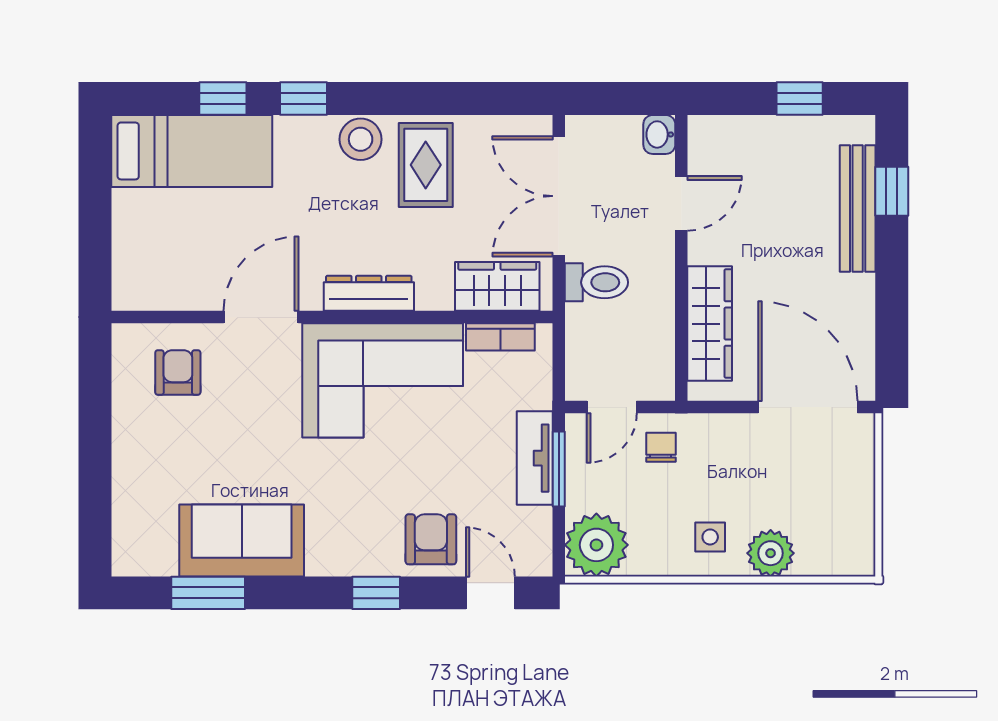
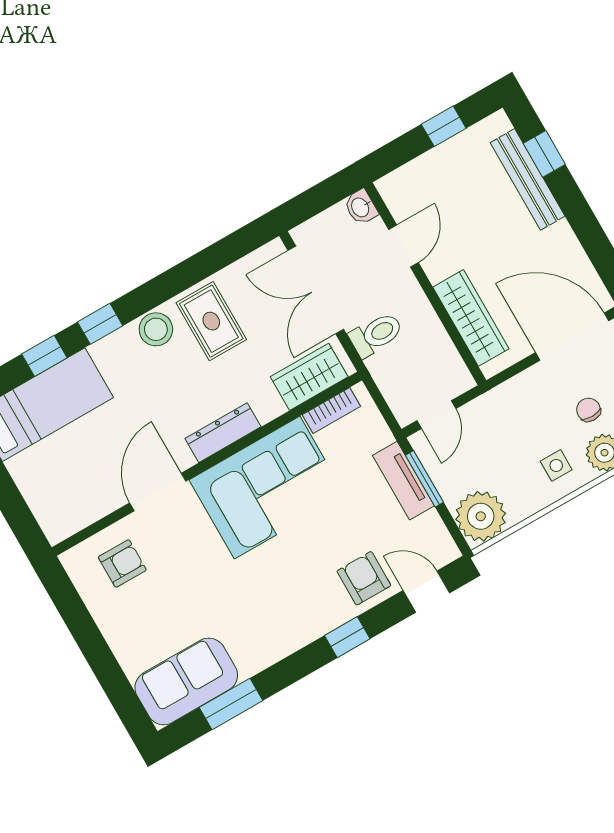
armchair: (178, 372) -> (122, 563), turned 90
chair: (661, 447) -> (589, 410), moved
sofa: (242, 540) -> (186, 681), moved

